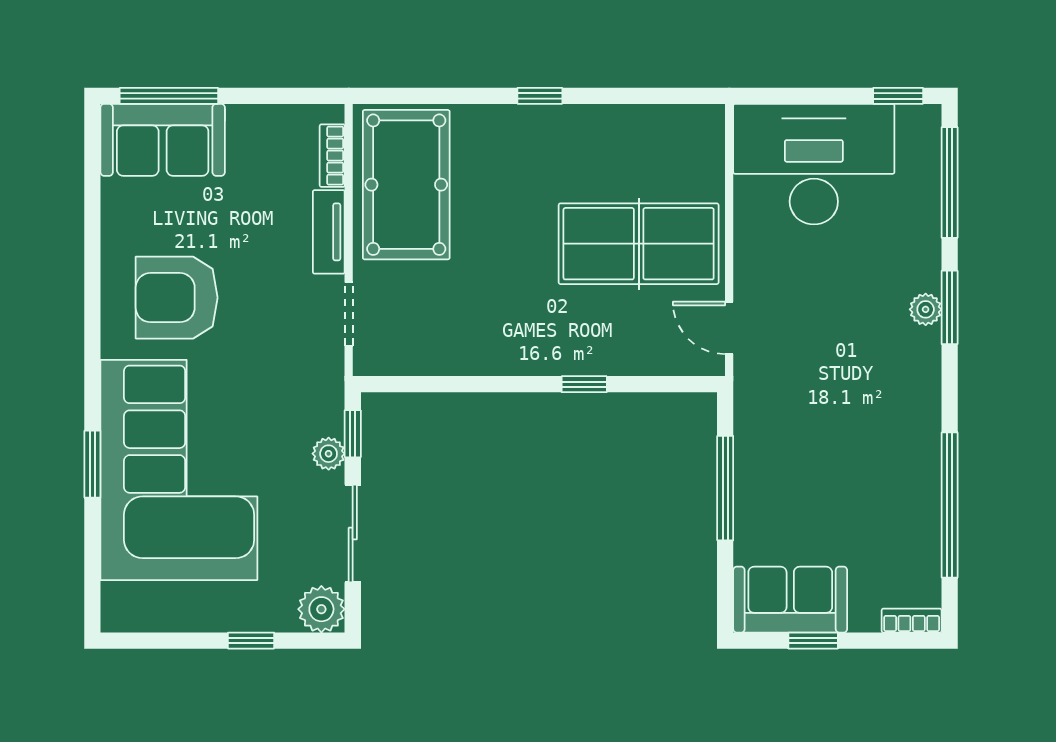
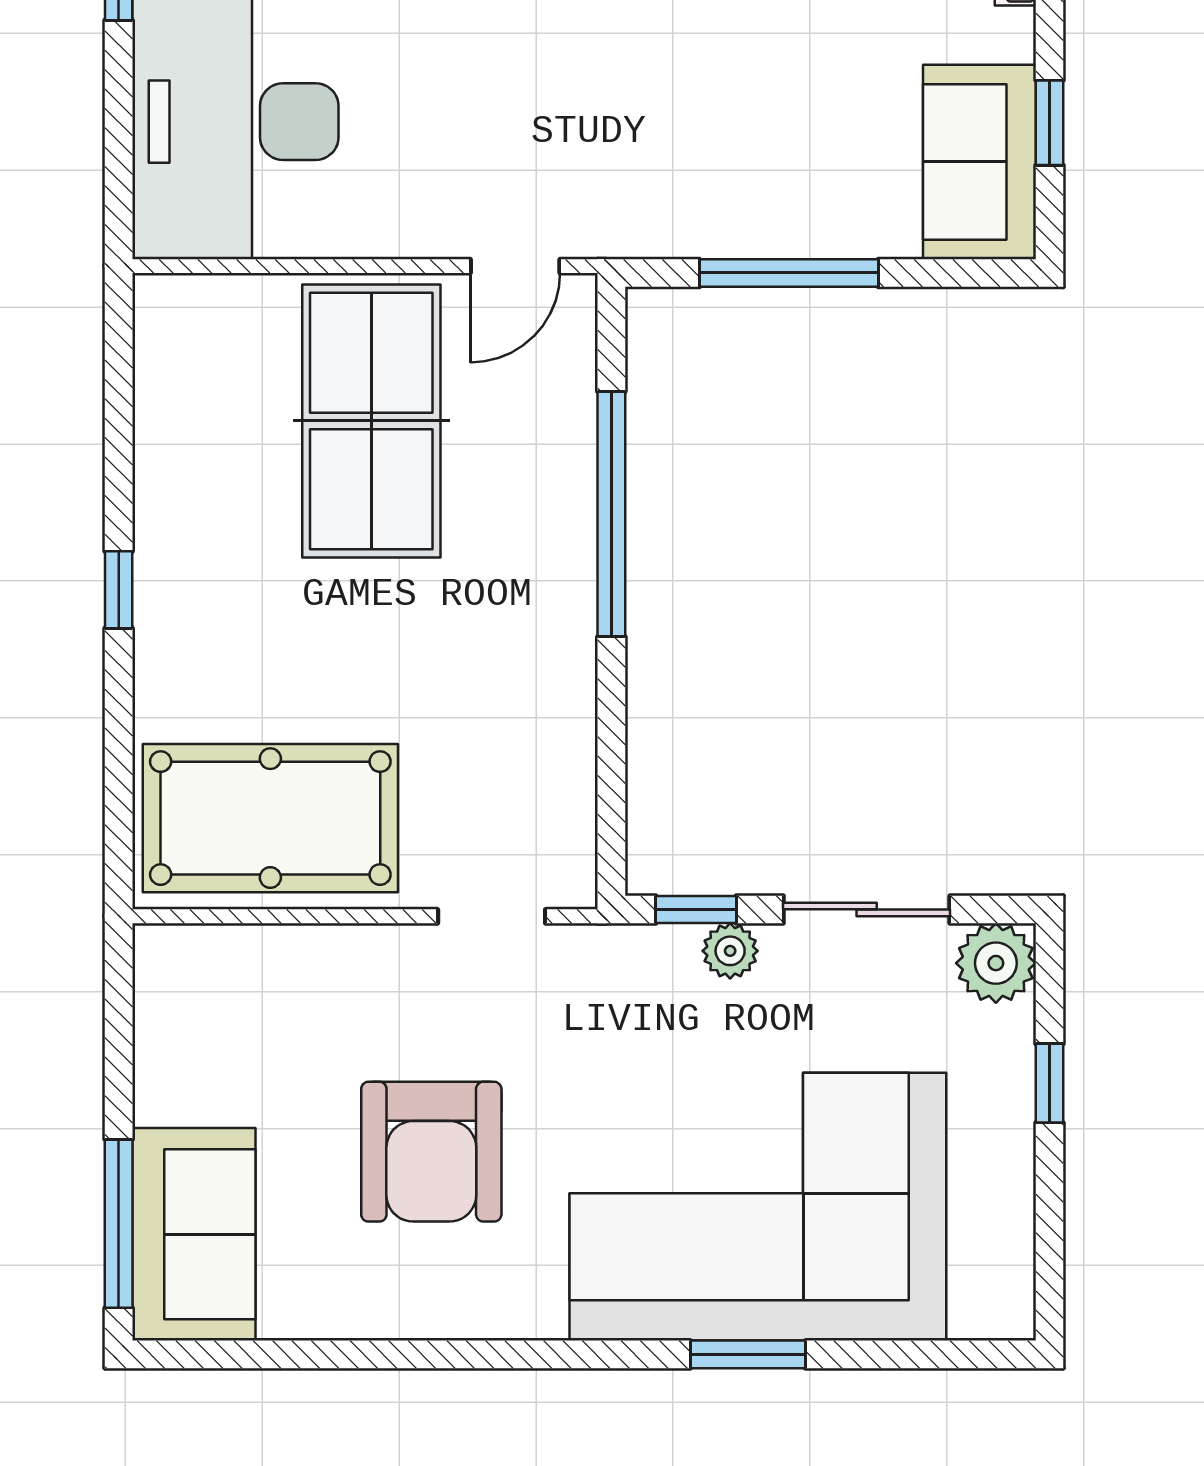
bookcase: (332, 156) -> (221, 945), removed
tv unit: (329, 232) -> (351, 950), removed
armchair: (177, 298) -> (431, 1152), moved
window: (584, 384) -> (611, 514), width x3.17

